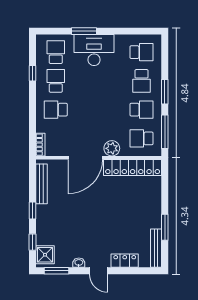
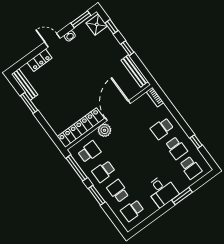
desk: (94, 50) -> (162, 191), width x0.73
school desk: (56, 110) -> (162, 129), turned 180

